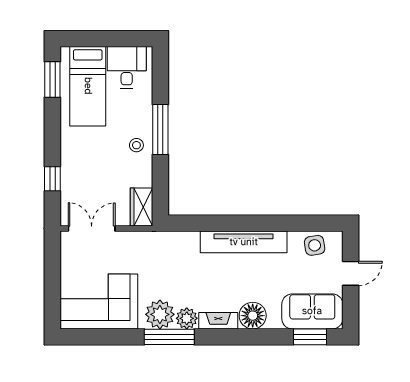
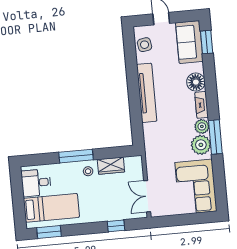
wardrobe: (141, 207) -> (111, 166), moved

